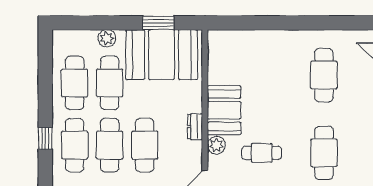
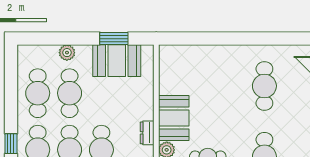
booth: (162, 55) -> (117, 61), width x0.73, depth x0.70

